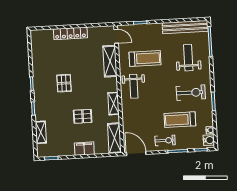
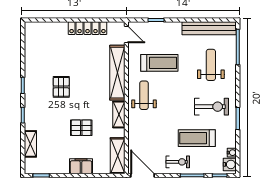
locker: (70, 33) -> (87, 28), moved
shelving: (110, 61) -> (117, 73), width x1.47
weight bench: (134, 86) -> (144, 95), turned 180

